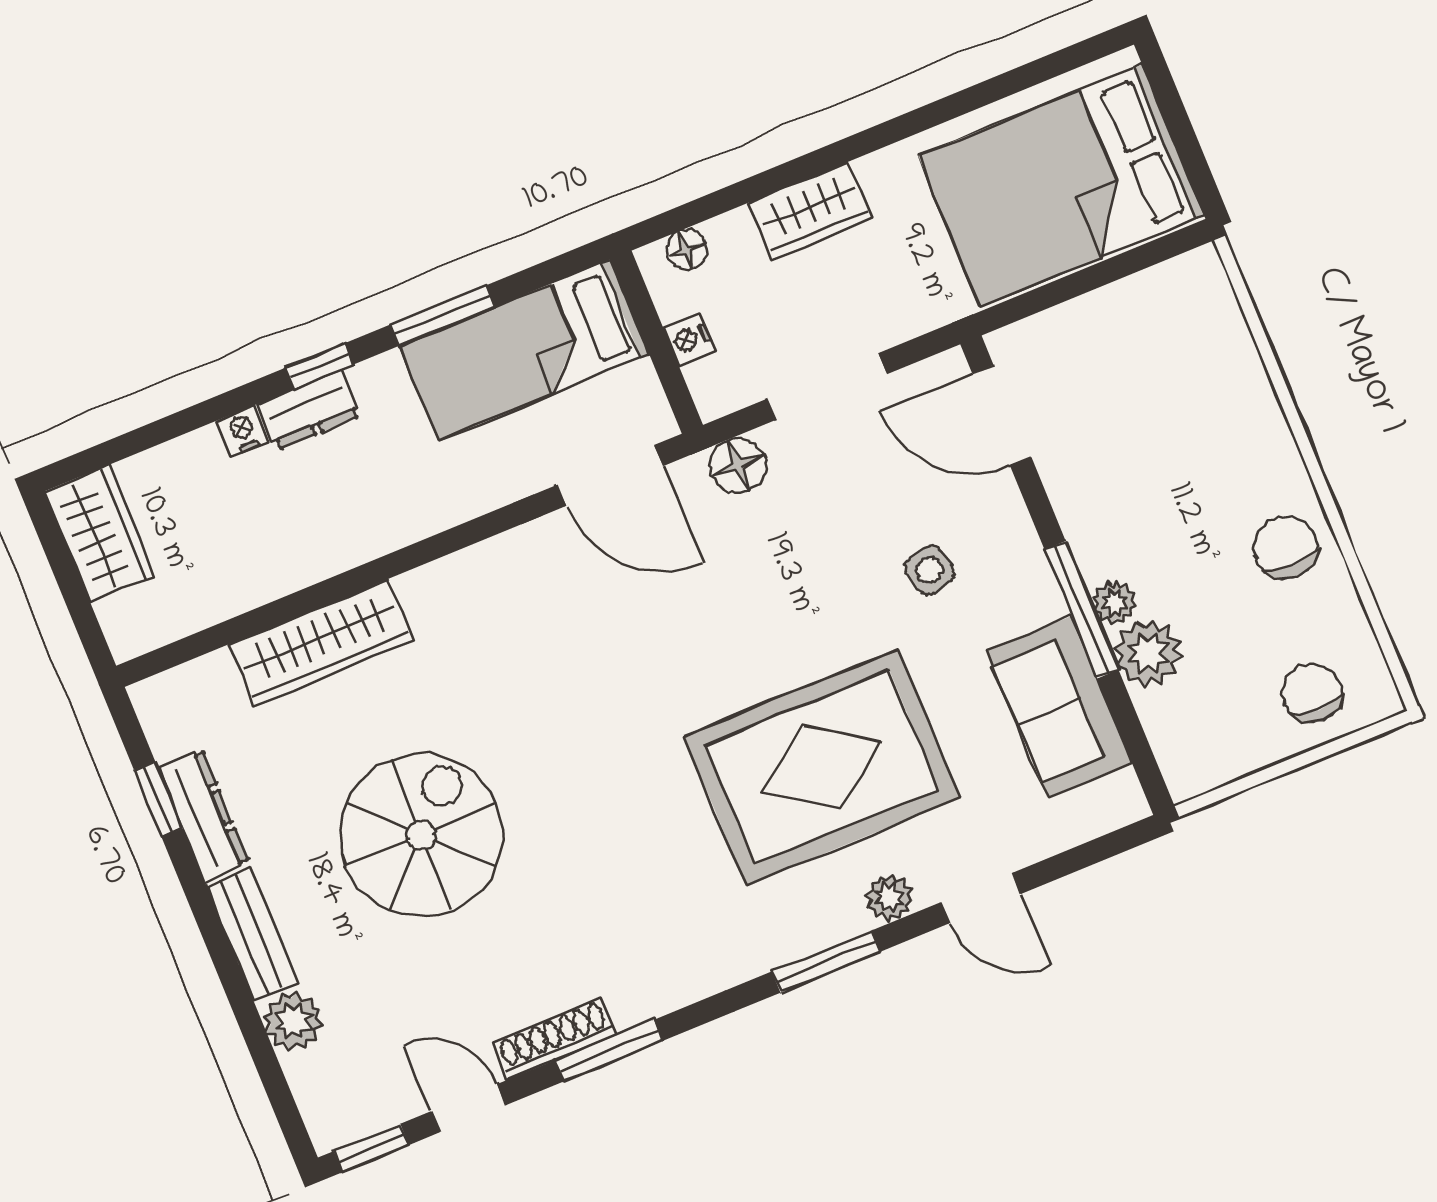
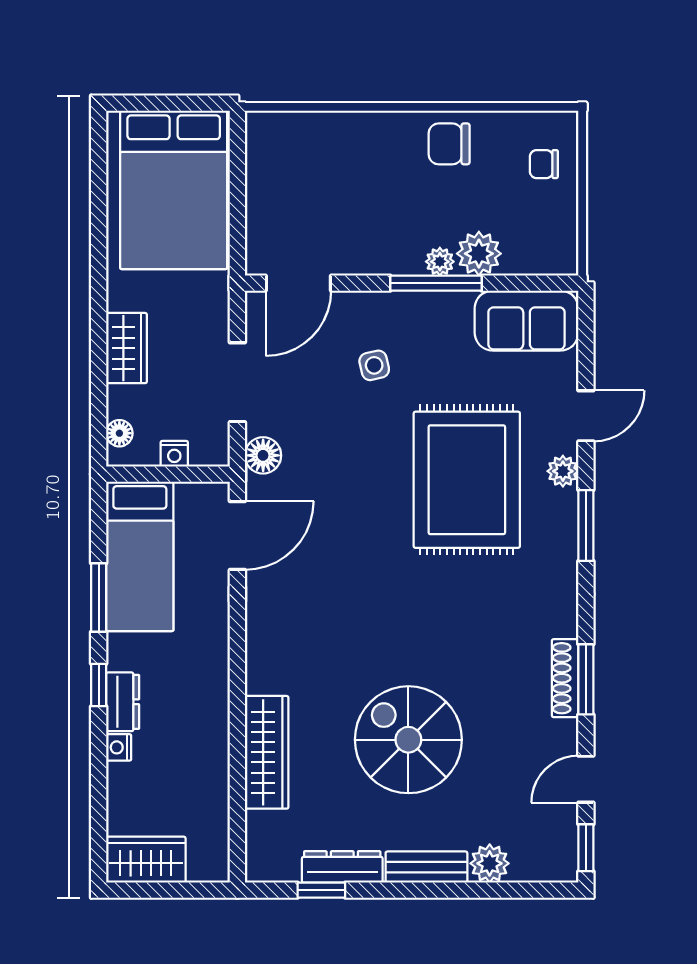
chair: (1312, 693) -> (544, 164), width x0.73, depth x0.73
sofa: (1059, 707) -> (527, 321), moved
shoe rack: (554, 1039) -> (565, 678), moved

